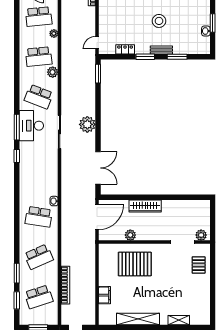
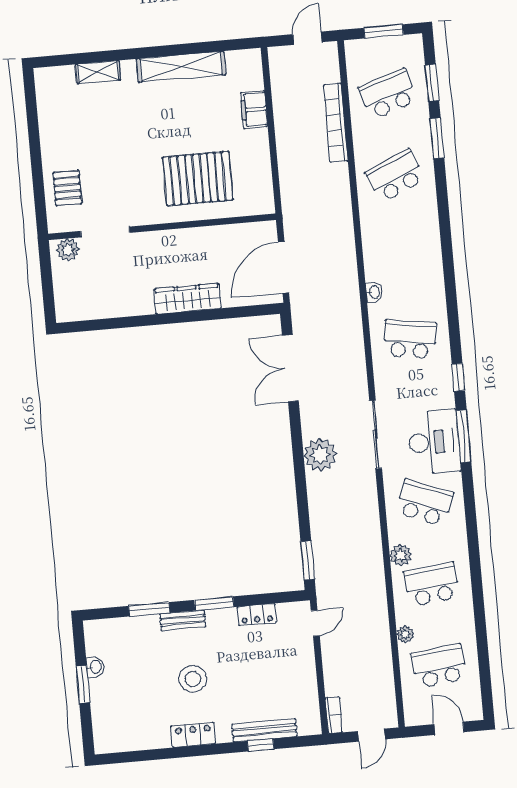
school desk: (39, 217) -> (410, 339), moved
plant: (130, 235) -> (212, 237), removed

